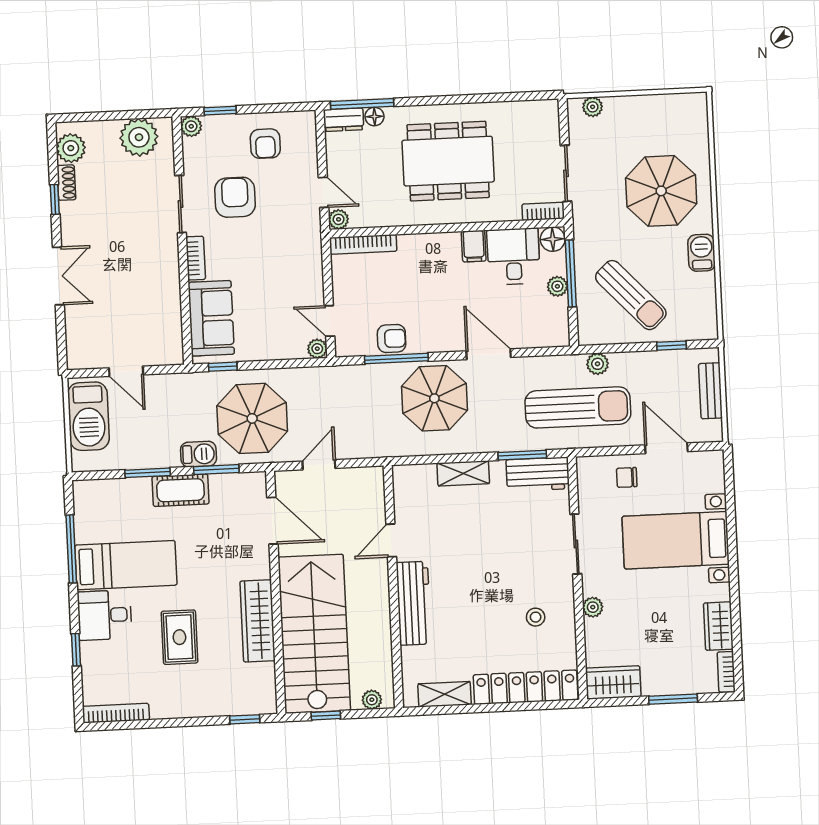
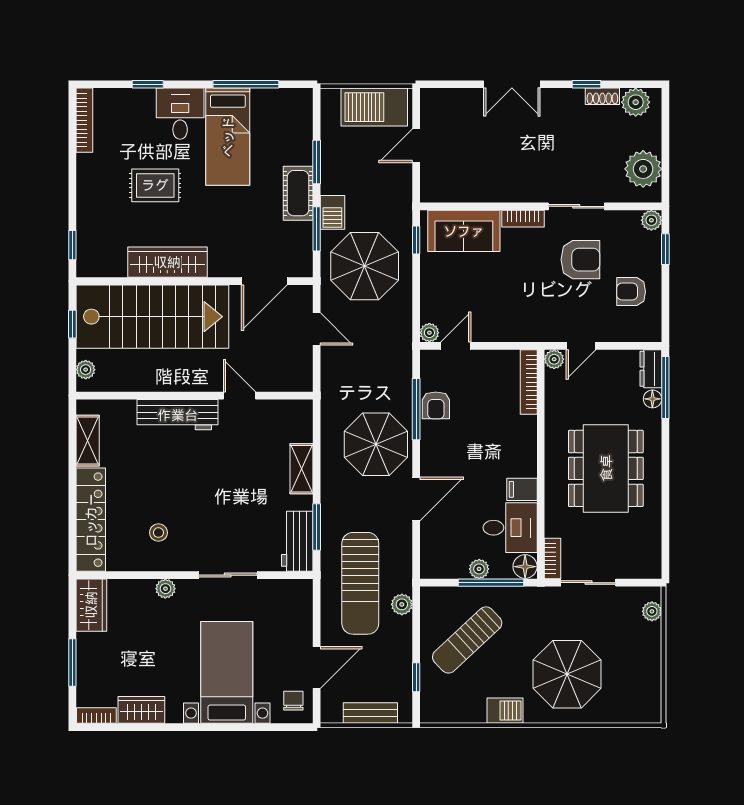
chair: (627, 477) -> (293, 701), moved

